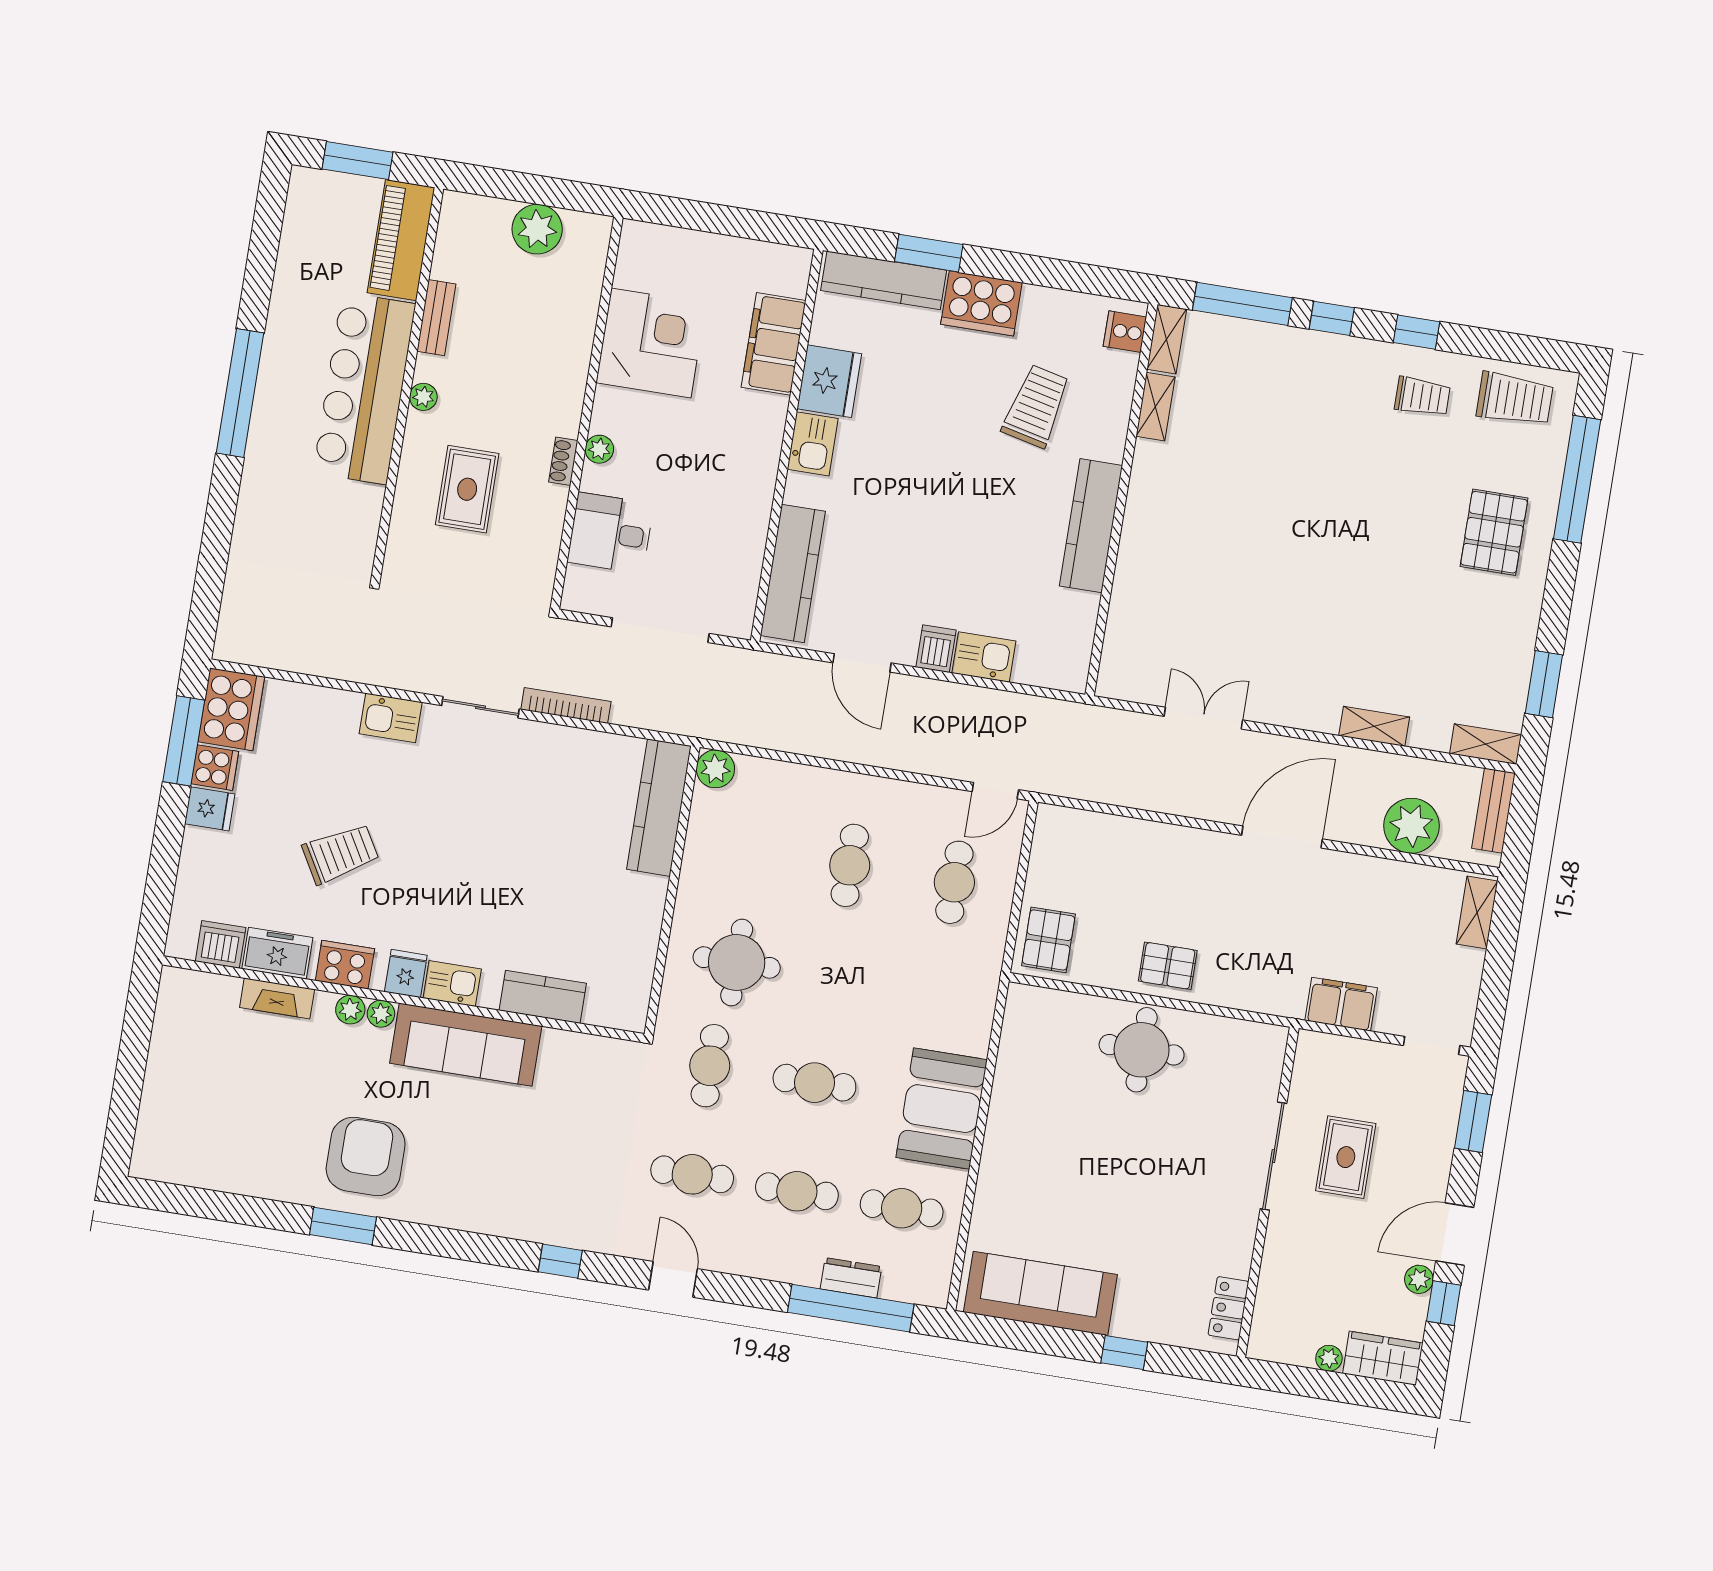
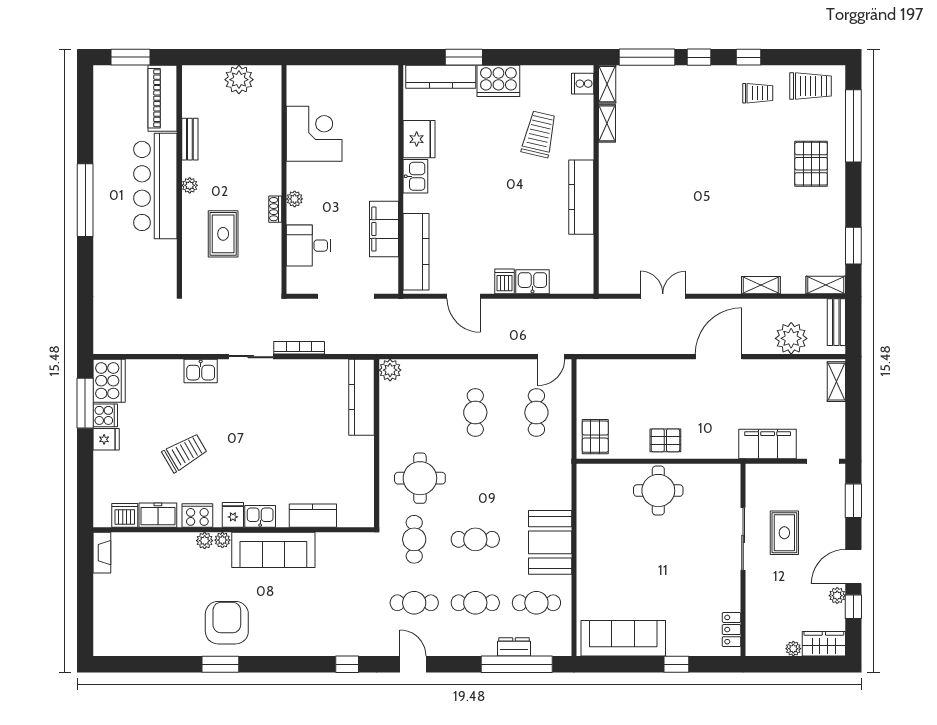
filing cabinet: (774, 344) -> (384, 229), moved
fireplace: (277, 998) -> (102, 553), moved, turned -90
filing cabinet: (1341, 1004) -> (768, 444), width x1.50, depth x1.17

